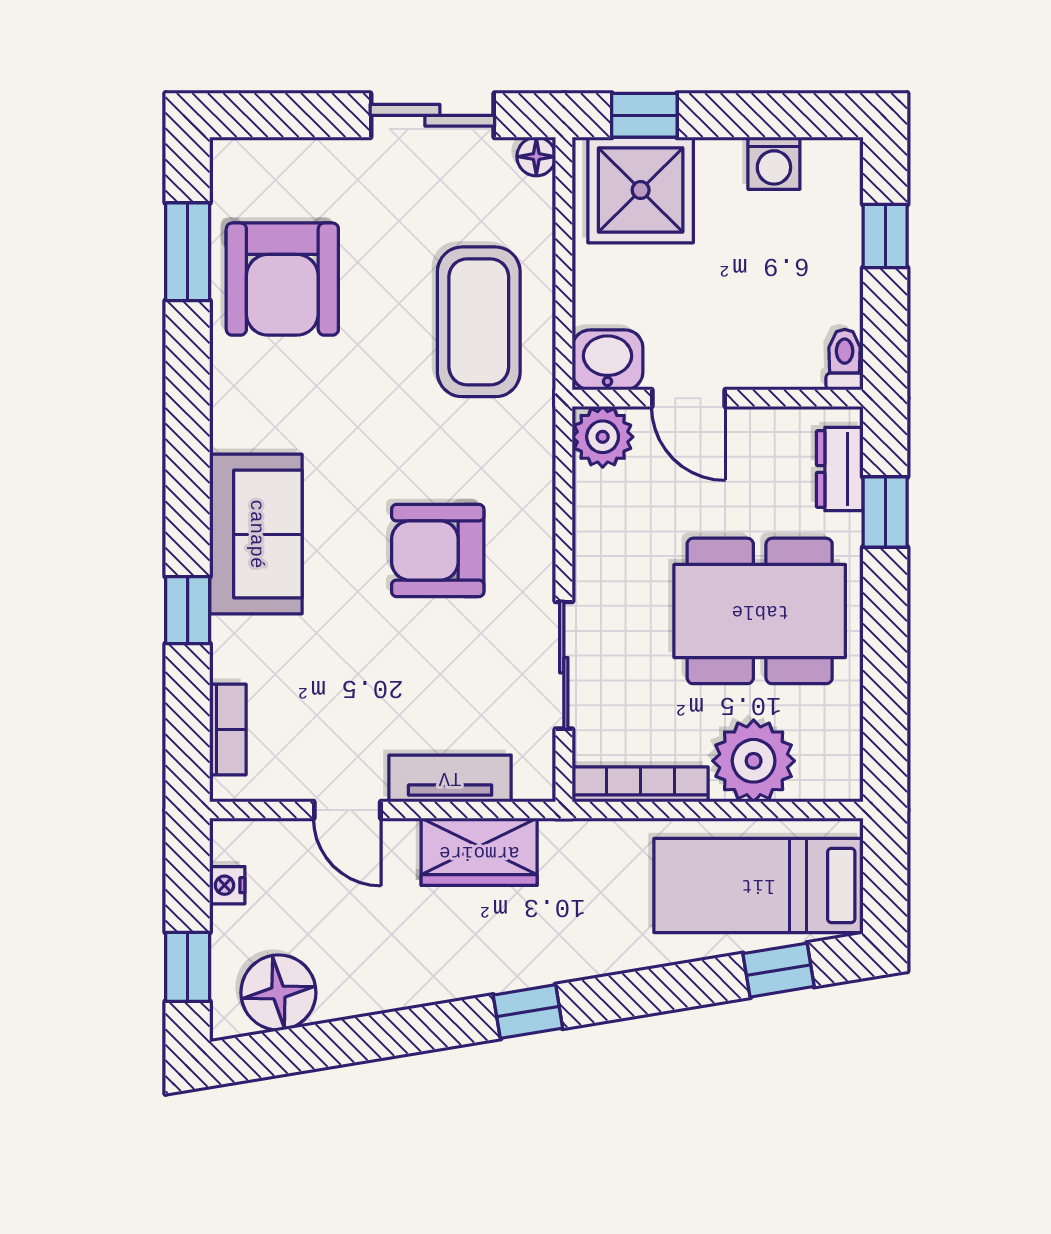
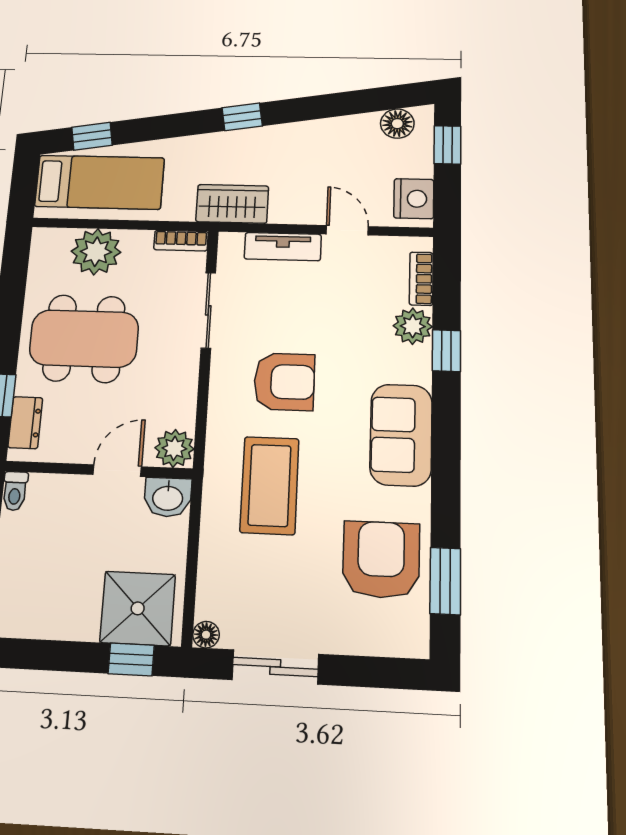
washing machine: (774, 163) -> (48, 622), removed
coffee table: (479, 322) -> (270, 485), moved
door: (688, 398) -> (117, 471), hinge flipped
sofa: (256, 534) -> (401, 435), moved
plant: (240, 649) -> (413, 326), added
bookcase: (640, 784) -> (181, 241), width x0.64
wardrobe: (479, 852) -> (232, 204), moved
nightstand: (227, 885) -> (414, 199), width x1.89, depth x1.79
floor lamp: (278, 992) -> (397, 124), width x0.73, depth x0.73

